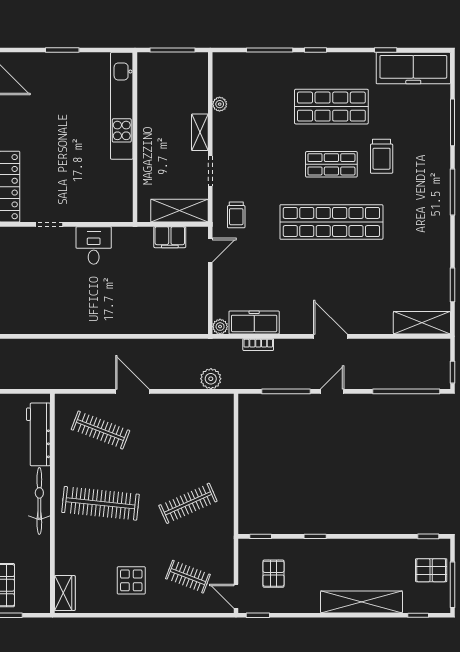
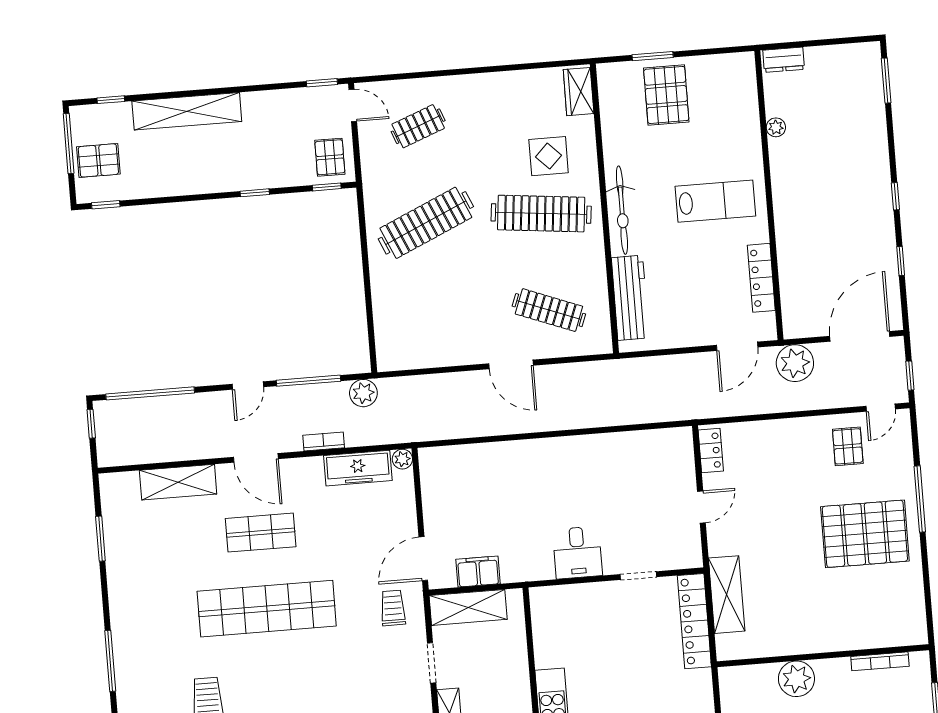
shop shelf: (331, 164) -> (261, 533), moved
door: (210, 250) -> (423, 559), width x1.38
shelving: (422, 323) -> (178, 482), moved
bookcase: (258, 345) -> (324, 441), moved
plant: (211, 379) -> (363, 393), moved
clothes rail: (188, 503) -> (426, 223), width x1.37, depth x1.31
pallet: (273, 574) -> (330, 157), moved
clothes rail: (188, 577) -> (418, 126), turned -42
display table: (131, 580) -> (549, 156), moved

